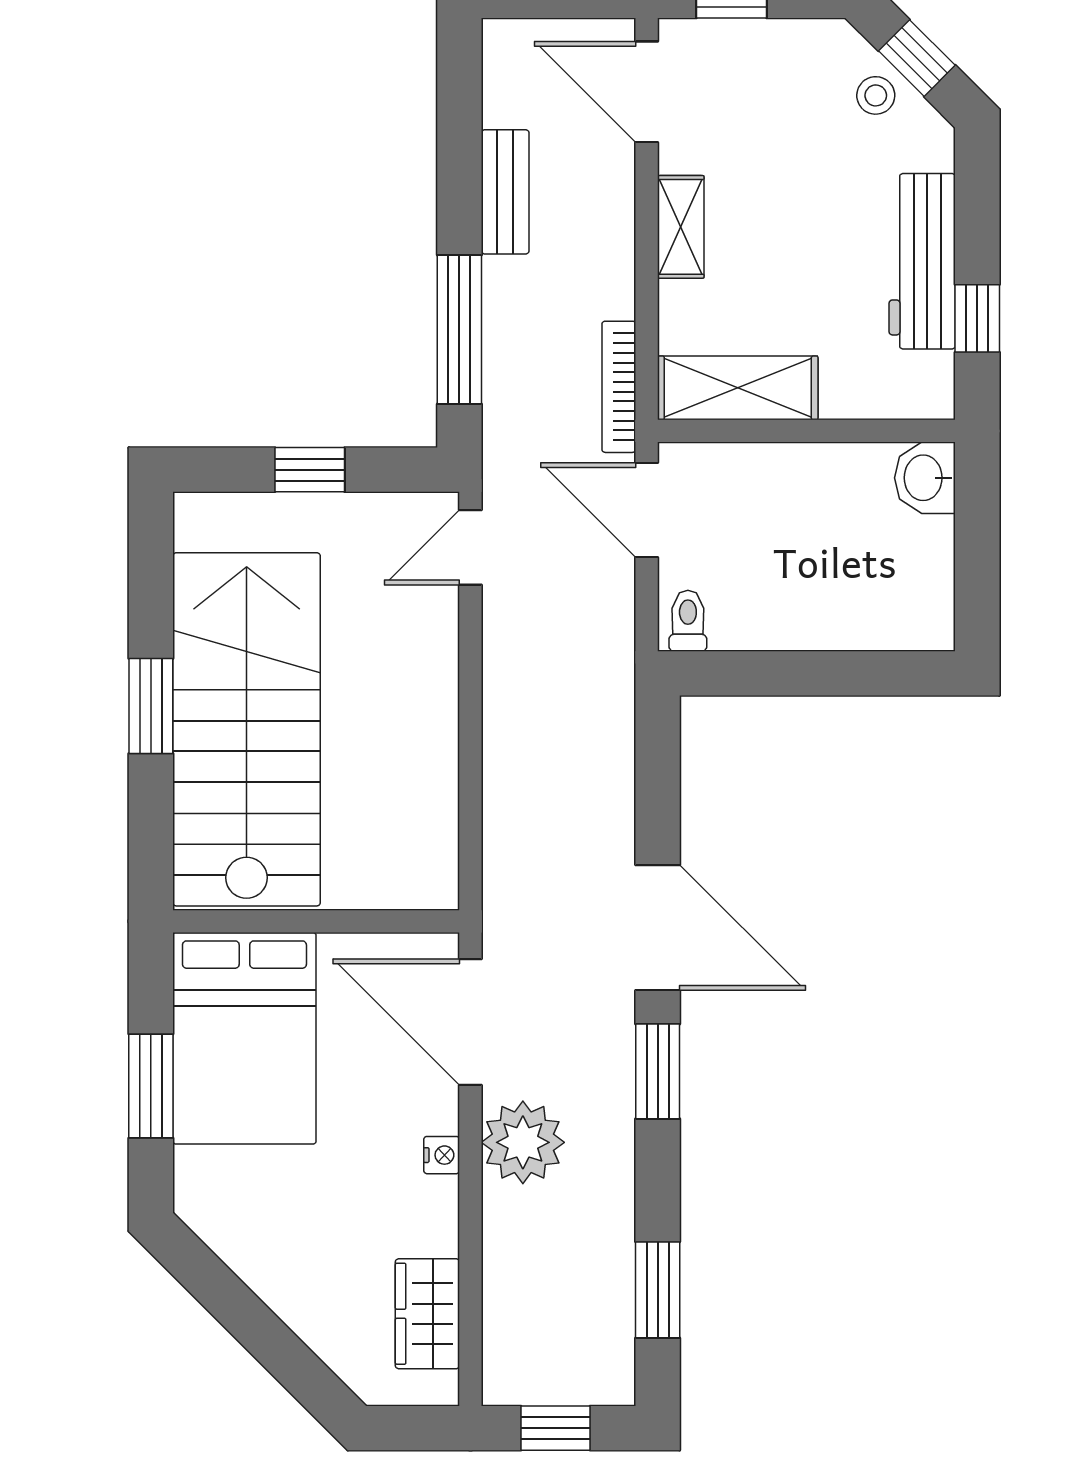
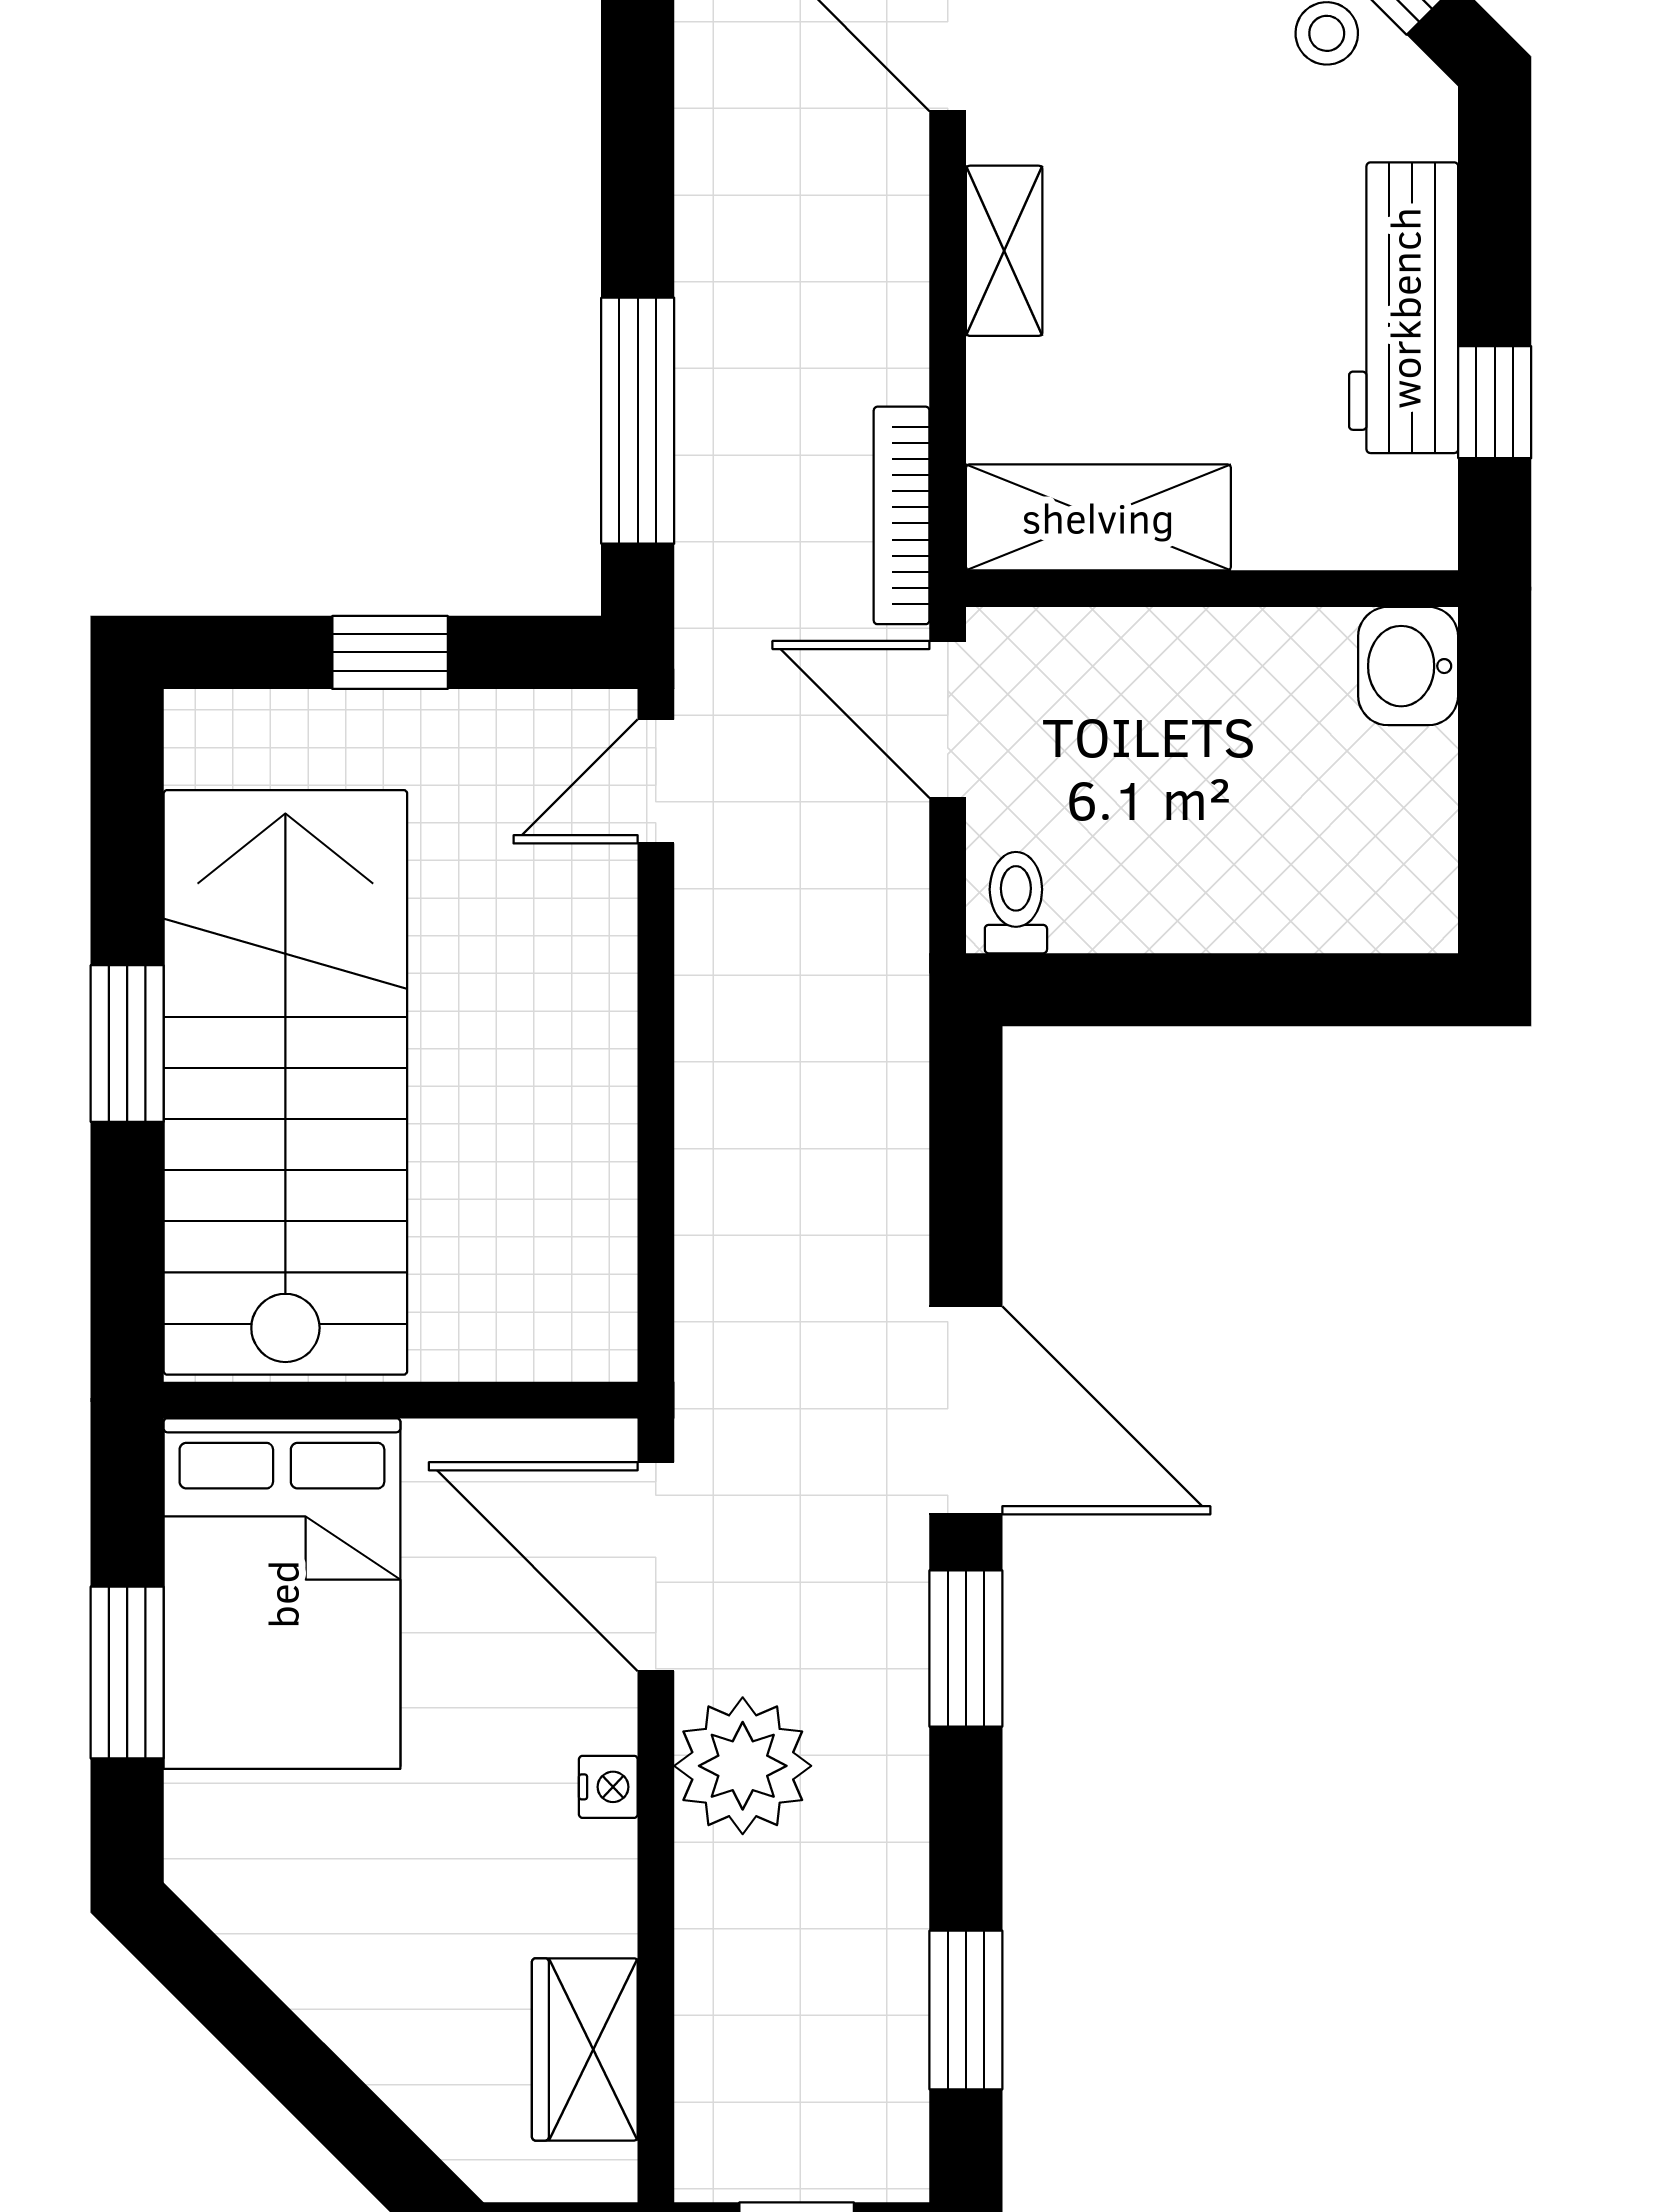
bench: (505, 192) -> (713, 193), removed

